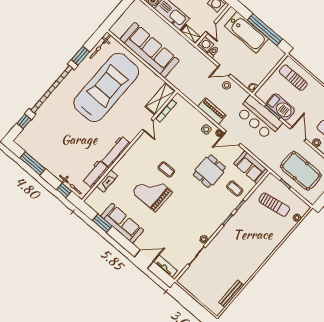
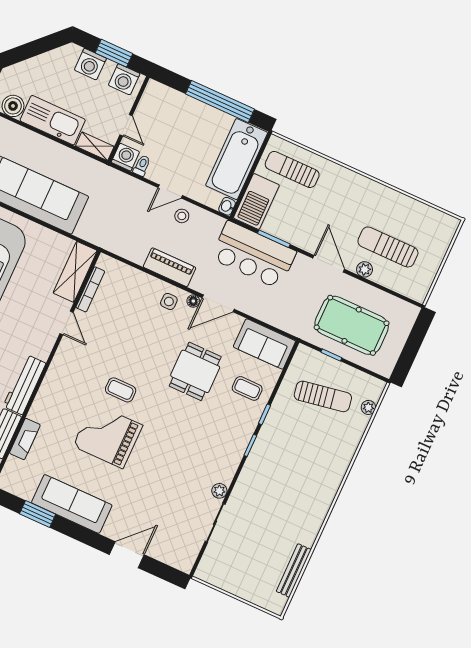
bathtub: (247, 32) -> (237, 159), moved, turned 90
barbecue: (281, 107) -> (256, 201), moved, turned 90
tv unit: (166, 266) -> (167, 556), removed

